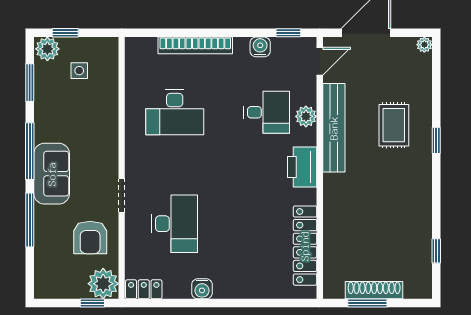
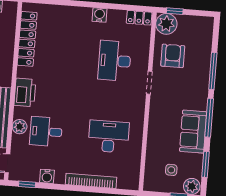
sofa: (52, 174) -> (193, 132), moved

